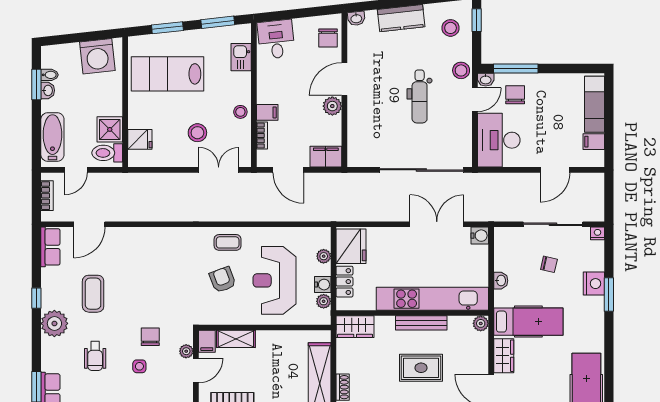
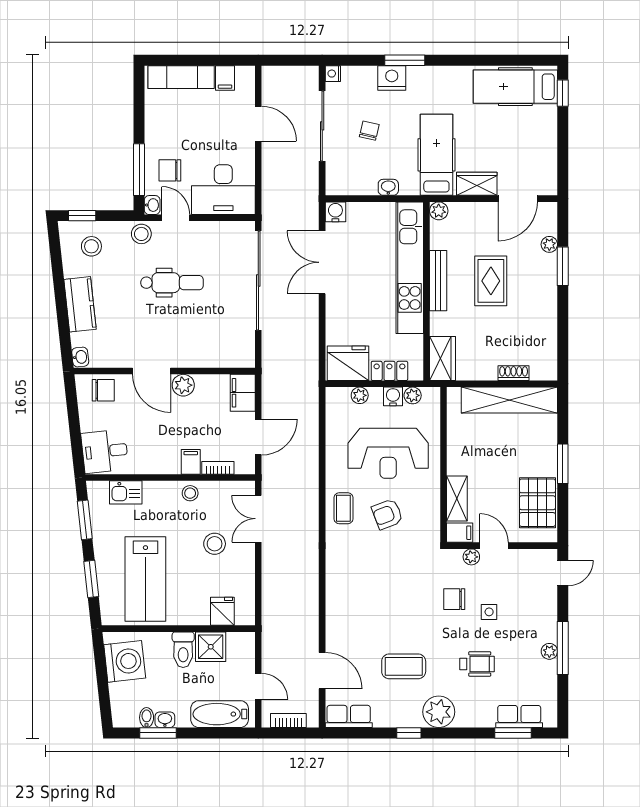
toilet: (107, 153) -> (183, 650), moved

